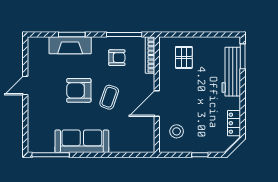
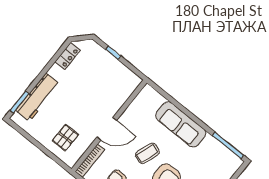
door: (157, 104) -> (107, 129), moved
stool: (177, 131) -> (117, 85), removed
sofa: (82, 141) -> (181, 125), moved

